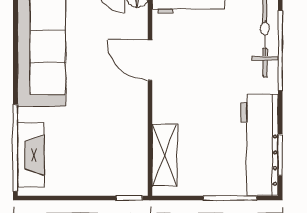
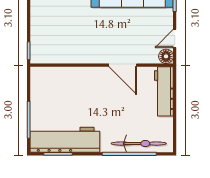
door: (150, 60) -> (123, 65), swing flipped
shelving: (165, 155) -> (58, 75), removed

